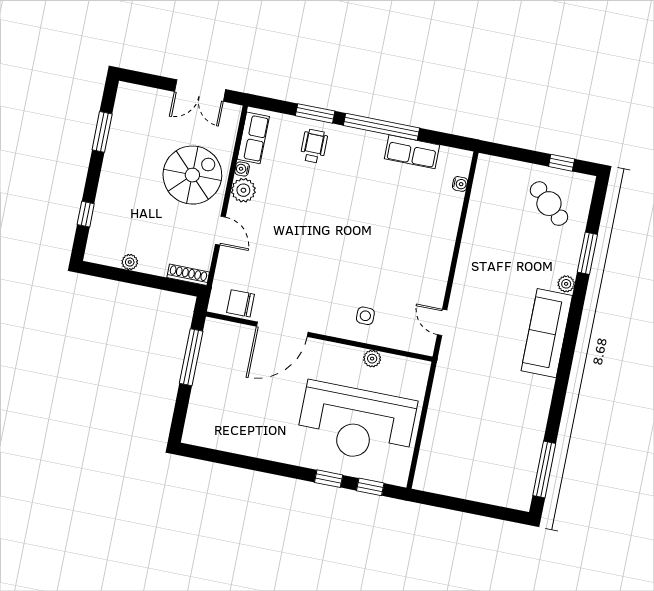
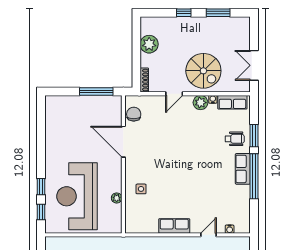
row of seats: (412, 152) -> (243, 169), moved
window: (86, 214) -> (184, 13), moved
plant: (130, 262) -> (149, 44), width x1.88, depth x1.88
row of seats: (437, 274) -> (174, 226), added
door: (442, 322) -> (208, 235), moved

